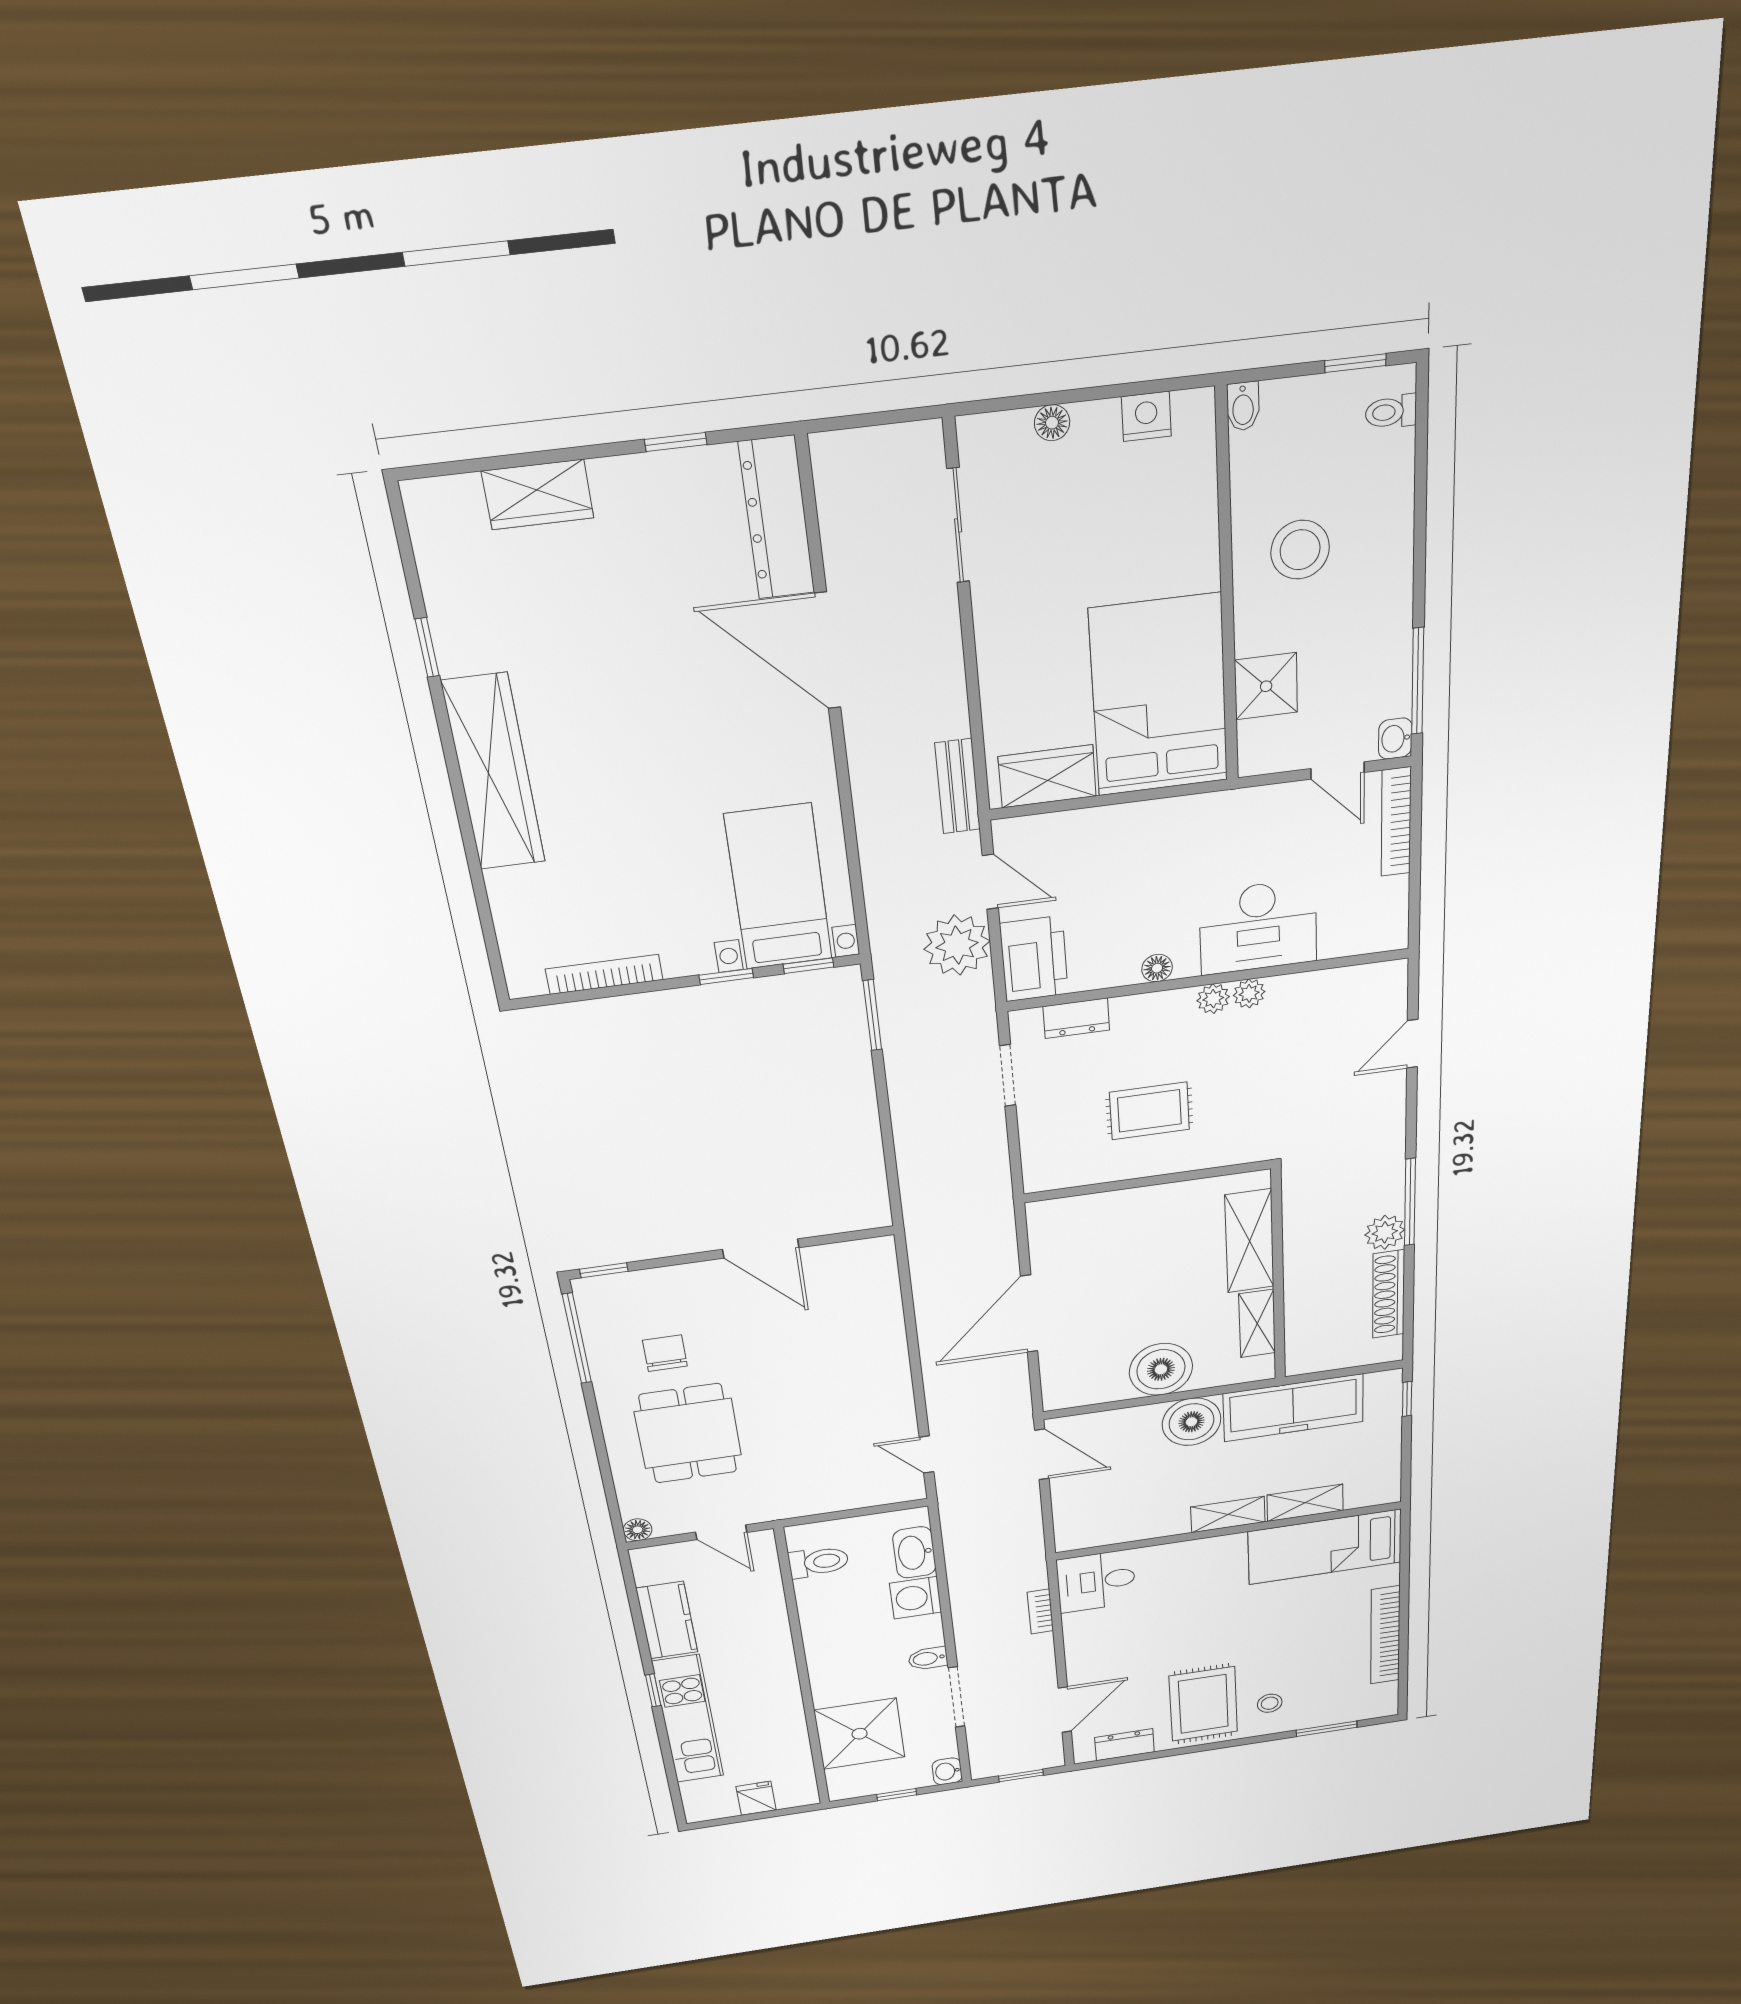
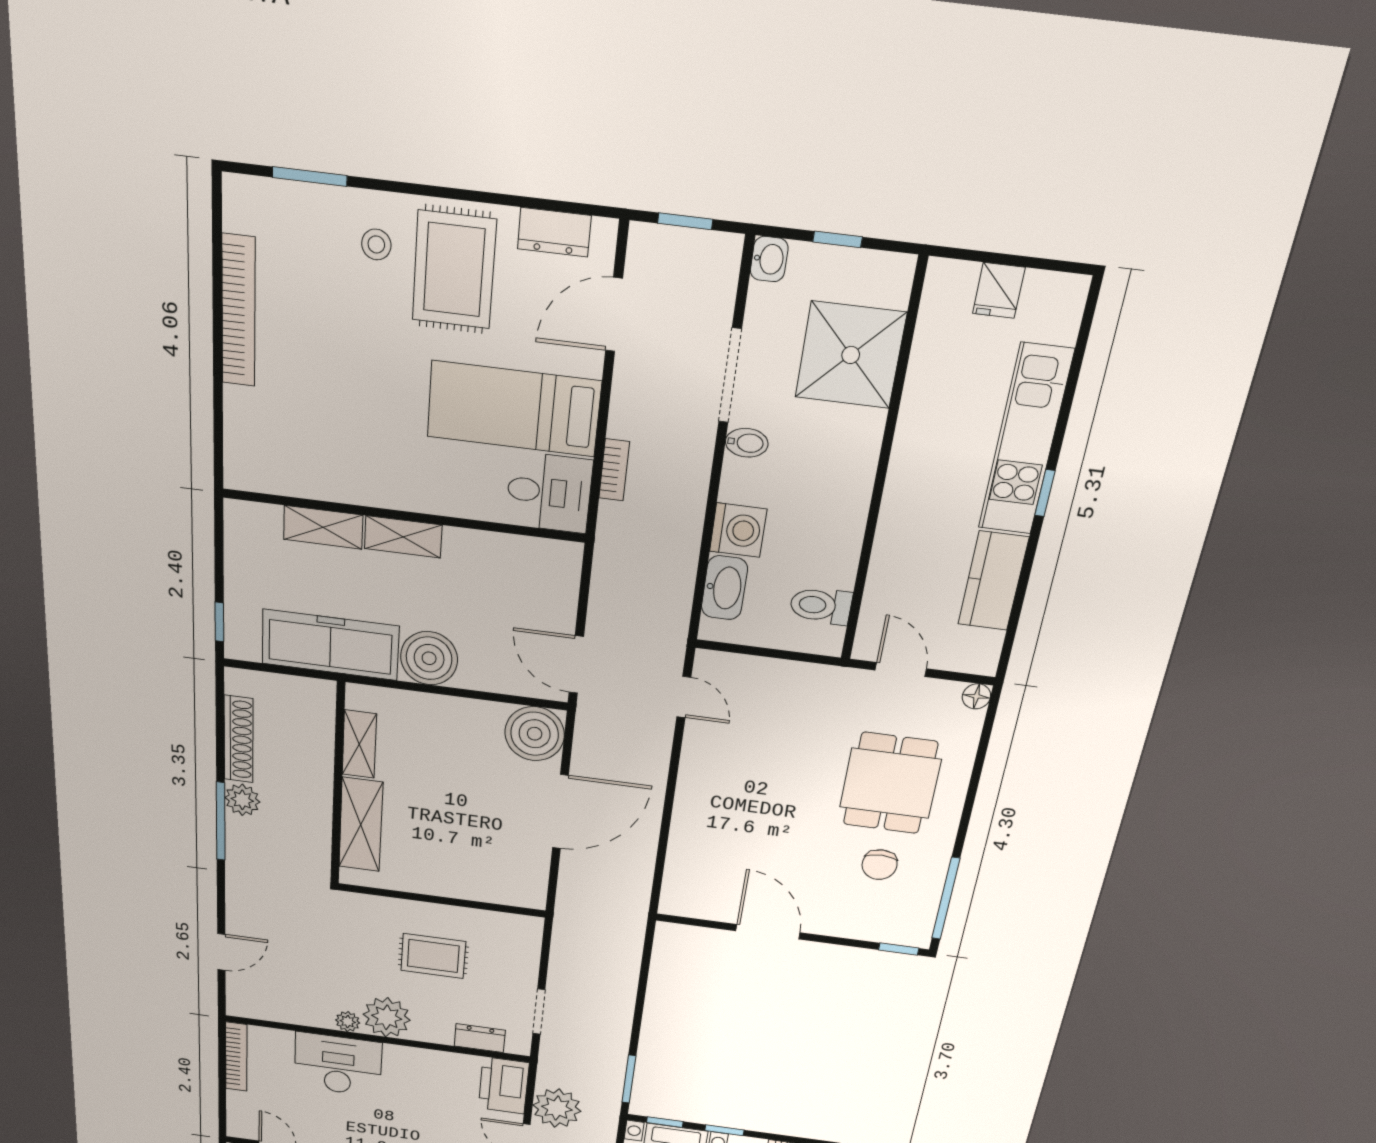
bookcase: (1396, 822) -> (236, 1057), moved
floor lamp: (1157, 968) -> (415, 1056), removed
plant: (1213, 999) -> (387, 1017), width x1.87, depth x1.87
boiler: (1161, 1369) -> (535, 734), moved
bed: (1325, 1547) -> (514, 409), moved, turned 180

